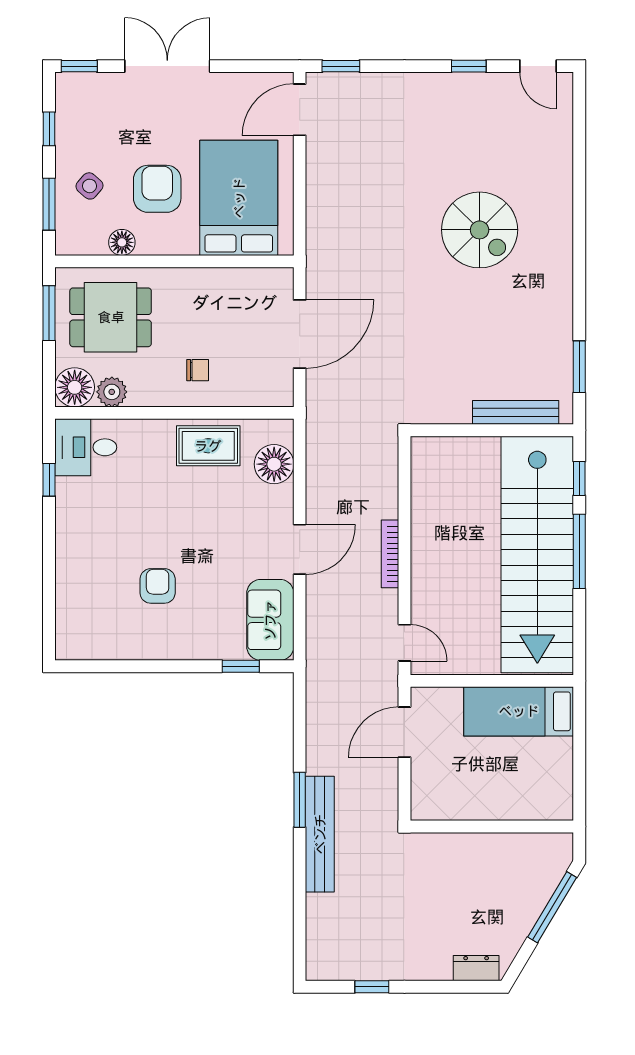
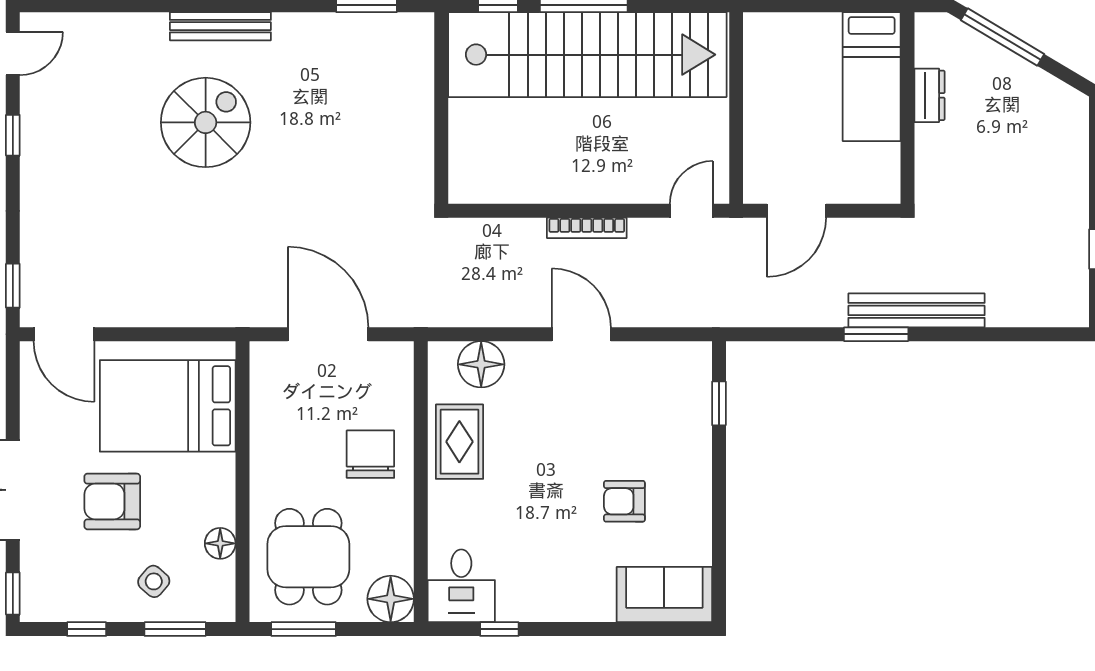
armchair: (157, 189) -> (112, 501), moved
chair: (198, 370) -> (370, 454), width x1.87, depth x1.87
plant: (112, 392) -> (396, 555), removed
bench: (516, 412) -> (220, 26), moved, turned 90
sofa: (270, 620) -> (664, 595), moved, turned 180
bed: (519, 711) -> (872, 77), moved
door: (404, 732) -> (797, 211), hinge flipped
dresser: (476, 968) -> (929, 95), moved, turned 180

